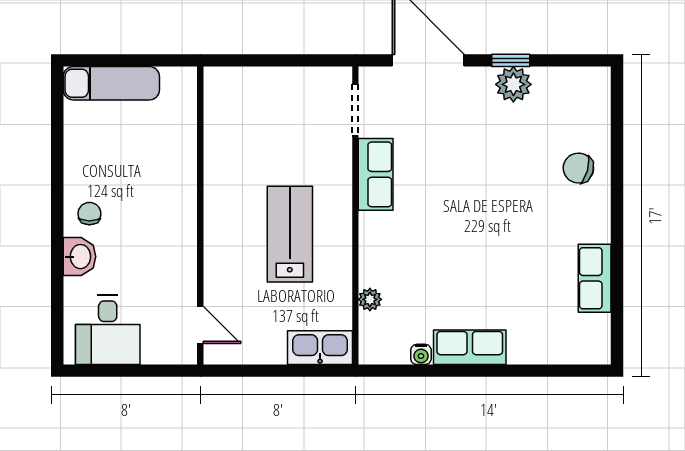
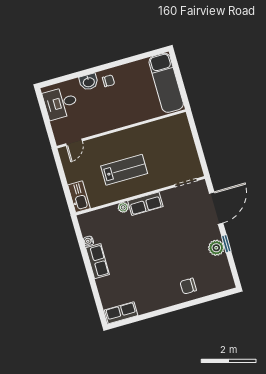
exam couch: (111, 83) -> (166, 83), width x1.36, depth x1.45
chair: (578, 168) -> (188, 286), turned -106
row of seats: (376, 174) -> (145, 204), moved
row of seats: (595, 278) -> (121, 313), moved
plant: (370, 299) -> (123, 207), moved

